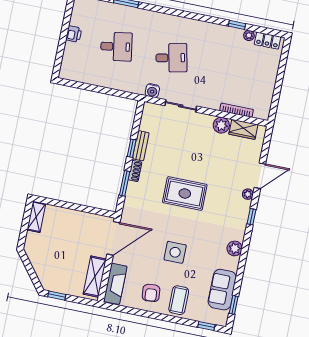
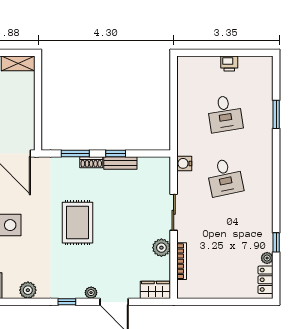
sliding door: (181, 106) -> (174, 212), moved
wardrobe: (243, 129) -> (155, 290), moved, turned 90

